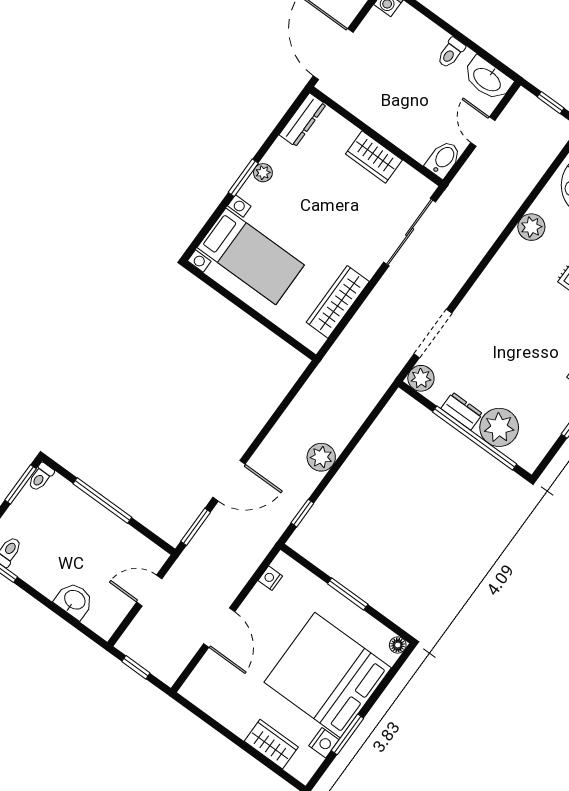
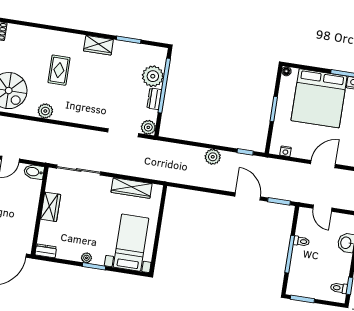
dresser: (303, 120) -> (46, 251), width x0.70
toilet: (41, 477) -> (301, 241), moved

